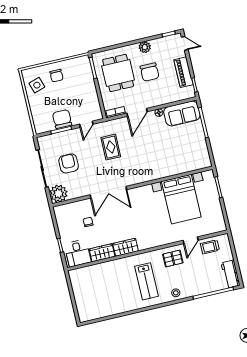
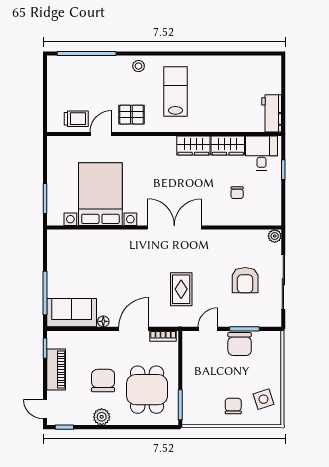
double door: (108, 192) -> (174, 227), moved
plant: (58, 193) -> (275, 236), width x0.53, depth x0.53
workbench: (230, 274) -> (272, 113), moved, turned 180

